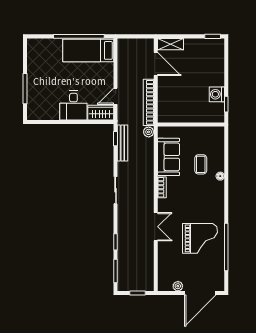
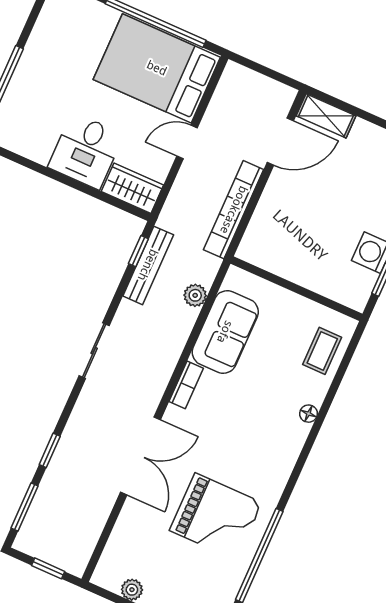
bed: (88, 50) -> (157, 68), width x1.50
door: (156, 64) -> (280, 142), hinge flipped
door: (116, 96) -> (187, 142), moved
plant: (149, 132) -> (195, 295), moved
coffee table: (201, 164) -> (322, 351), moved
double door: (156, 227) -> (140, 456), width x1.37

